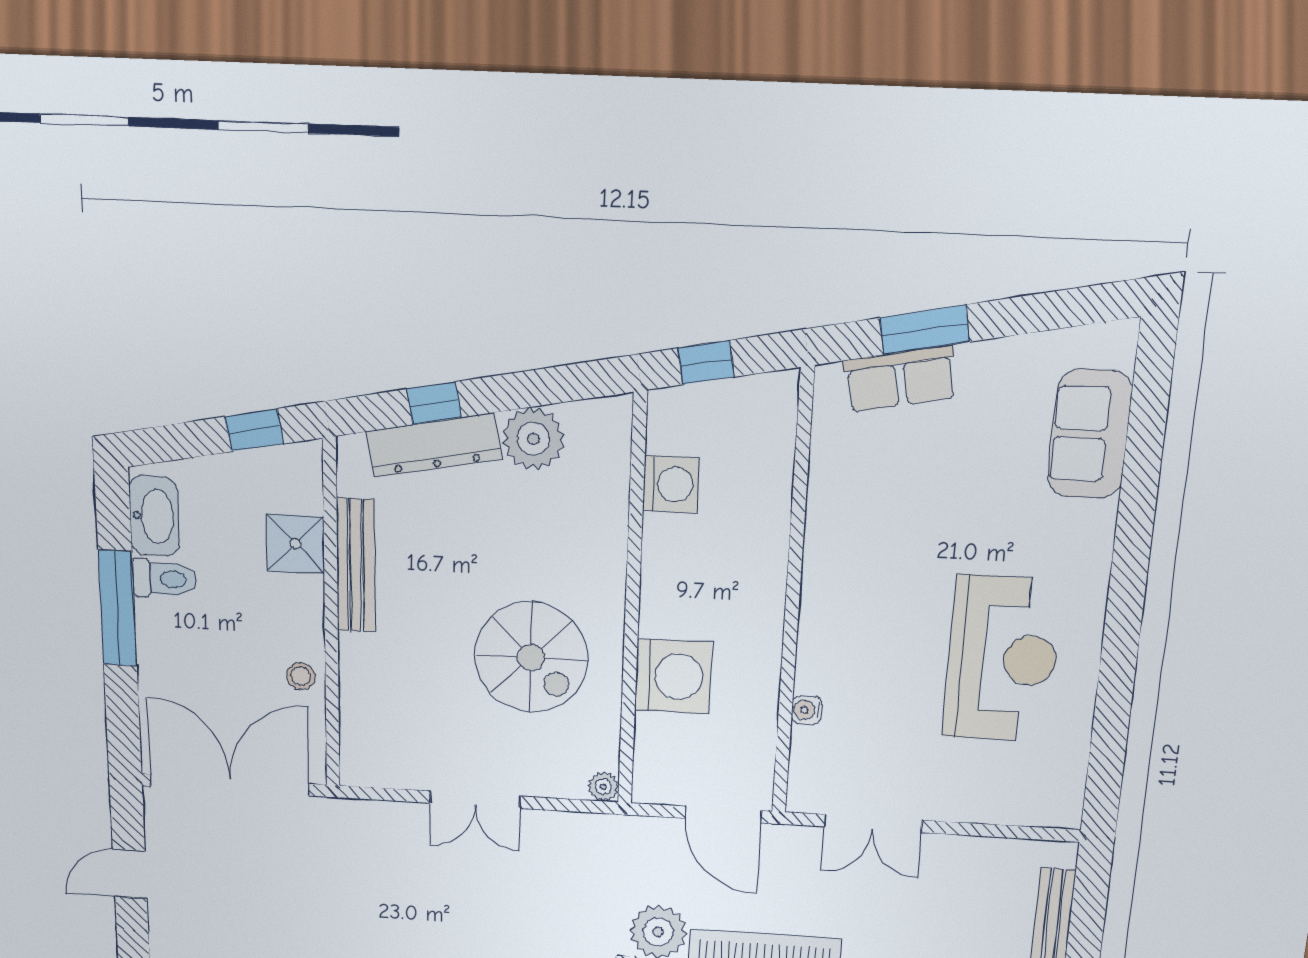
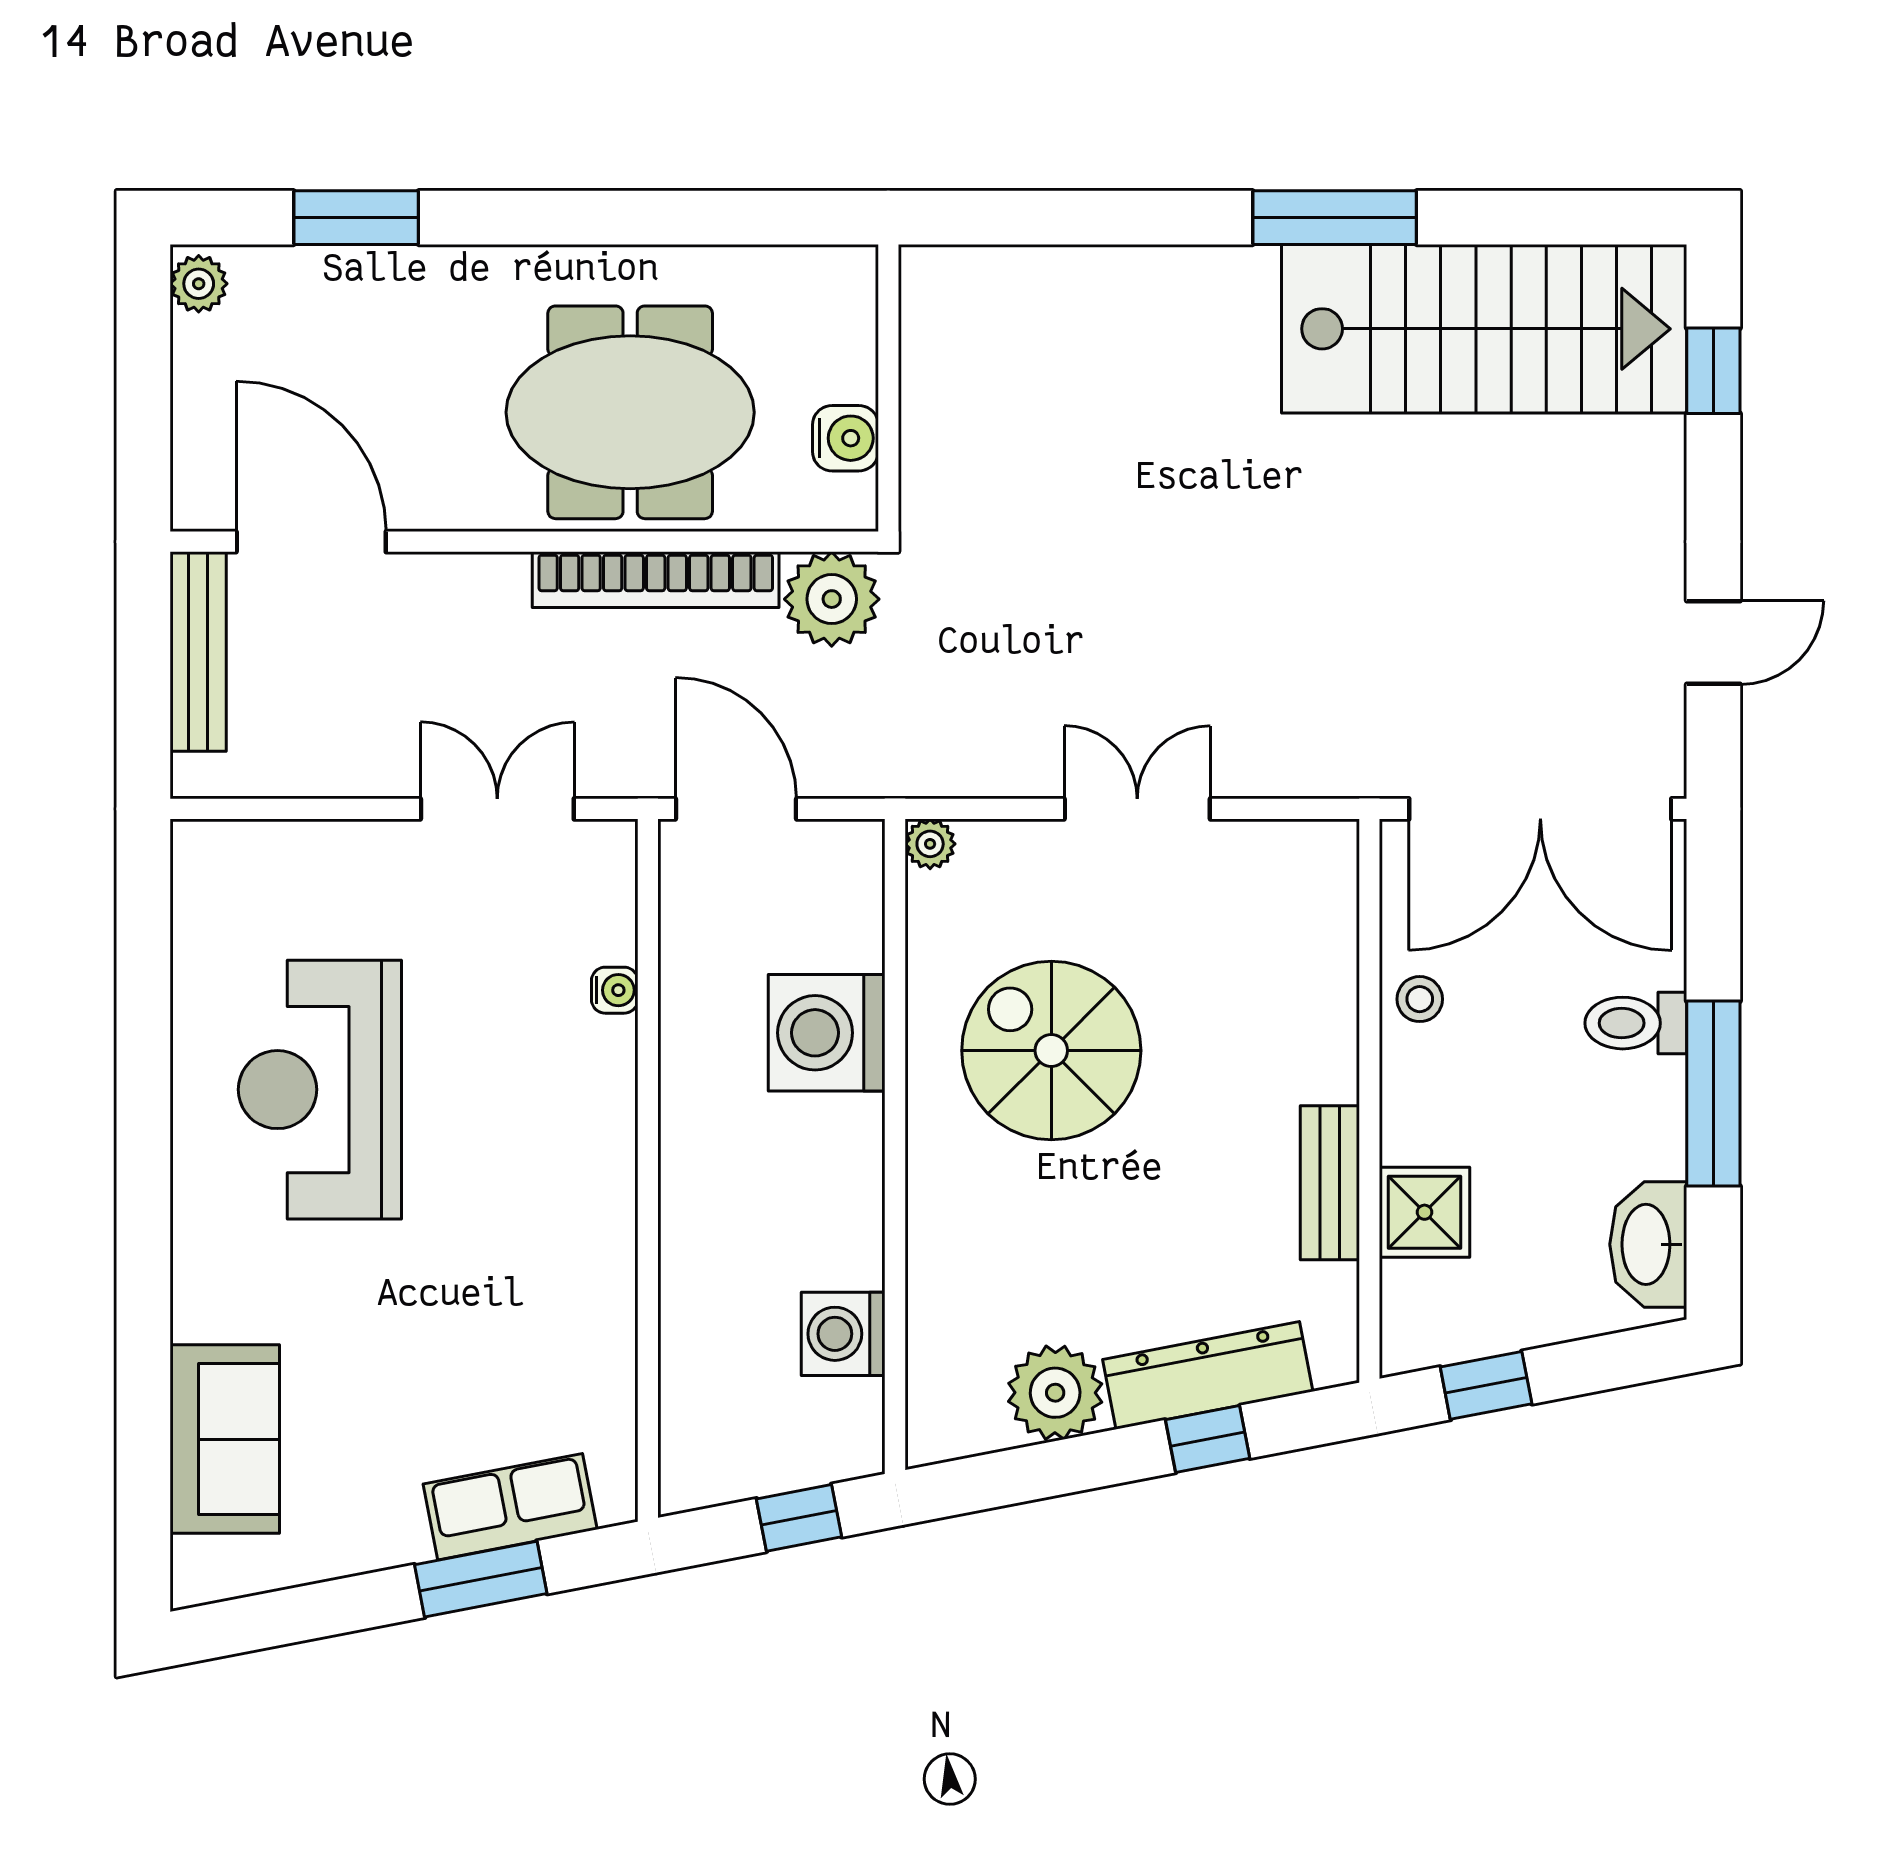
bench: (356, 566) -> (1330, 1183), width x0.73
toilet: (164, 579) -> (1636, 1023), moved

